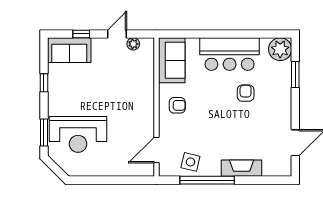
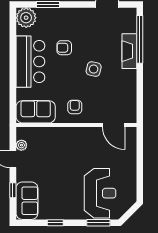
side table: (190, 162) -> (94, 69), moved
window: (207, 180) -> (140, 39), moved

